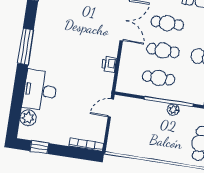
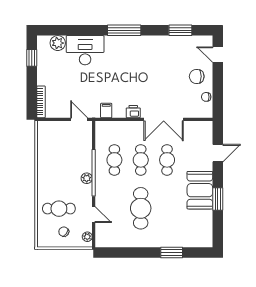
printer: (109, 65) -> (133, 112), moved
filing cabinet: (106, 78) -> (106, 111), added

